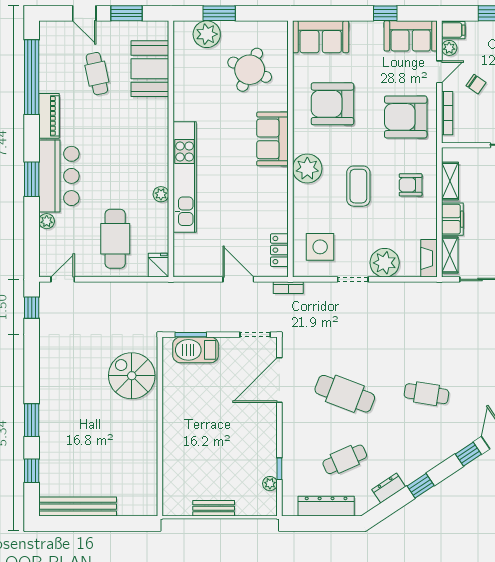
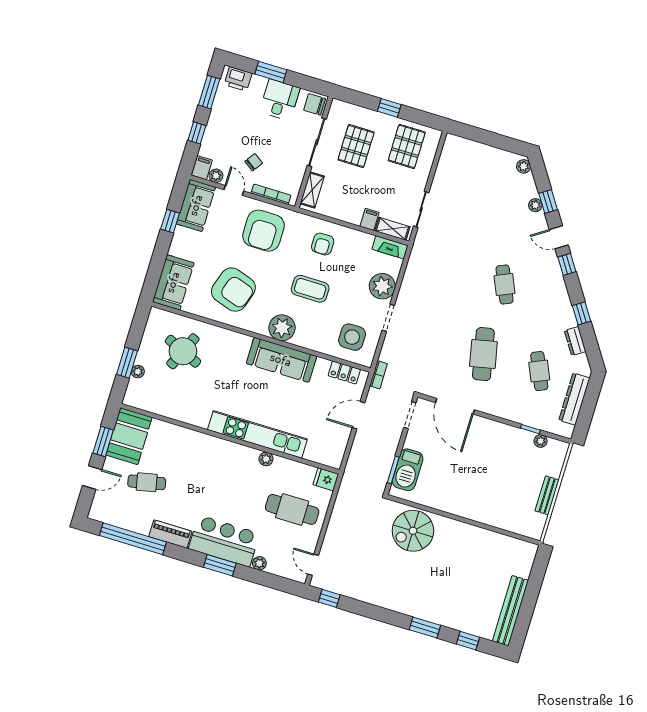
plant: (207, 34) -> (138, 372), width x0.53, depth x0.53
booth: (150, 69) -> (129, 436), moved, turned 90
armchair: (332, 104) -> (233, 290), turned -72
sofa: (273, 139) -> (281, 360), moved, width x1.36
shelving: (450, 181) -> (312, 190), moved, turned 90
filing cabinet: (452, 219) -> (369, 219), width x0.50
cafe table: (345, 394) -> (483, 354), turned -33
cafe table: (426, 394) -> (505, 285), turned -33

